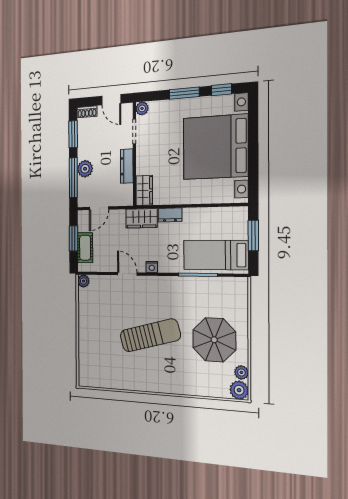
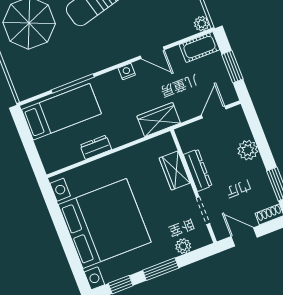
plant: (142, 108) -> (183, 246), moved
window: (73, 178) -> (259, 135), removed
wardrobe: (144, 190) -> (175, 170), moved
dresser: (170, 215) -> (96, 147), moved
window: (253, 236) -> (30, 147), removed
cot: (85, 248) -> (200, 47), moved, turned 90

